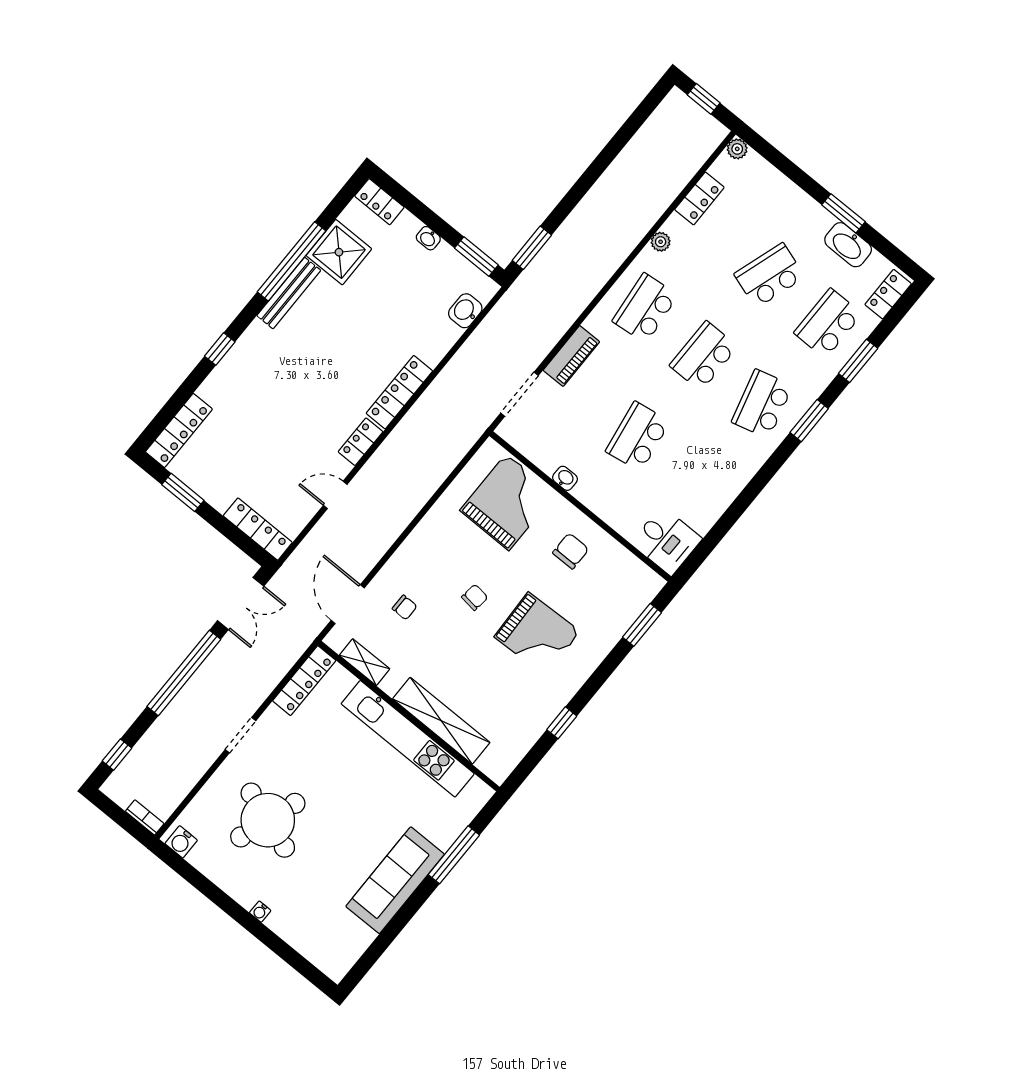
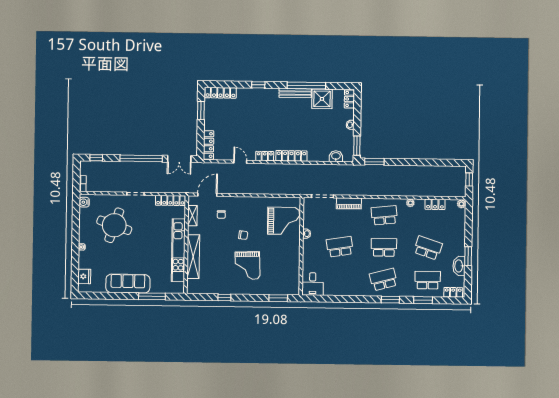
chair: (571, 551) -> (284, 255), removed
fridge: (318, 950) -> (84, 276), added

